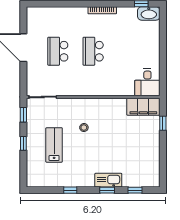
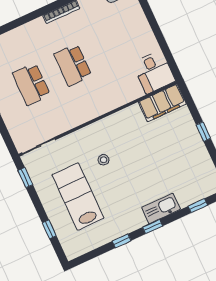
window: (163, 123) -> (203, 132), moved
window: (23, 143) -> (49, 229), moved
lab bench: (54, 145) -> (78, 197), width x1.36, depth x1.39
window: (107, 190) -> (153, 227), moved

